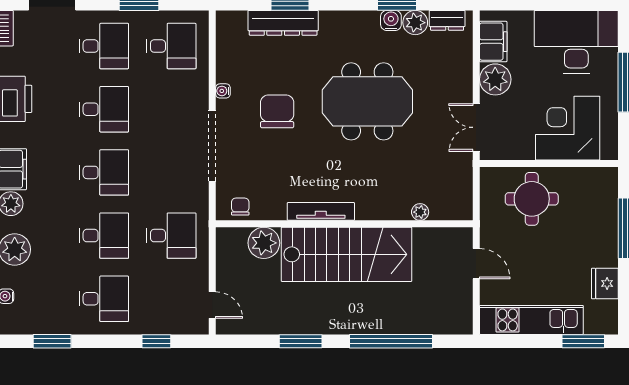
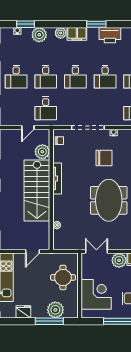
plant: (601, 215) -> (55, 310), added
door: (212, 305) -> (28, 128), moved

